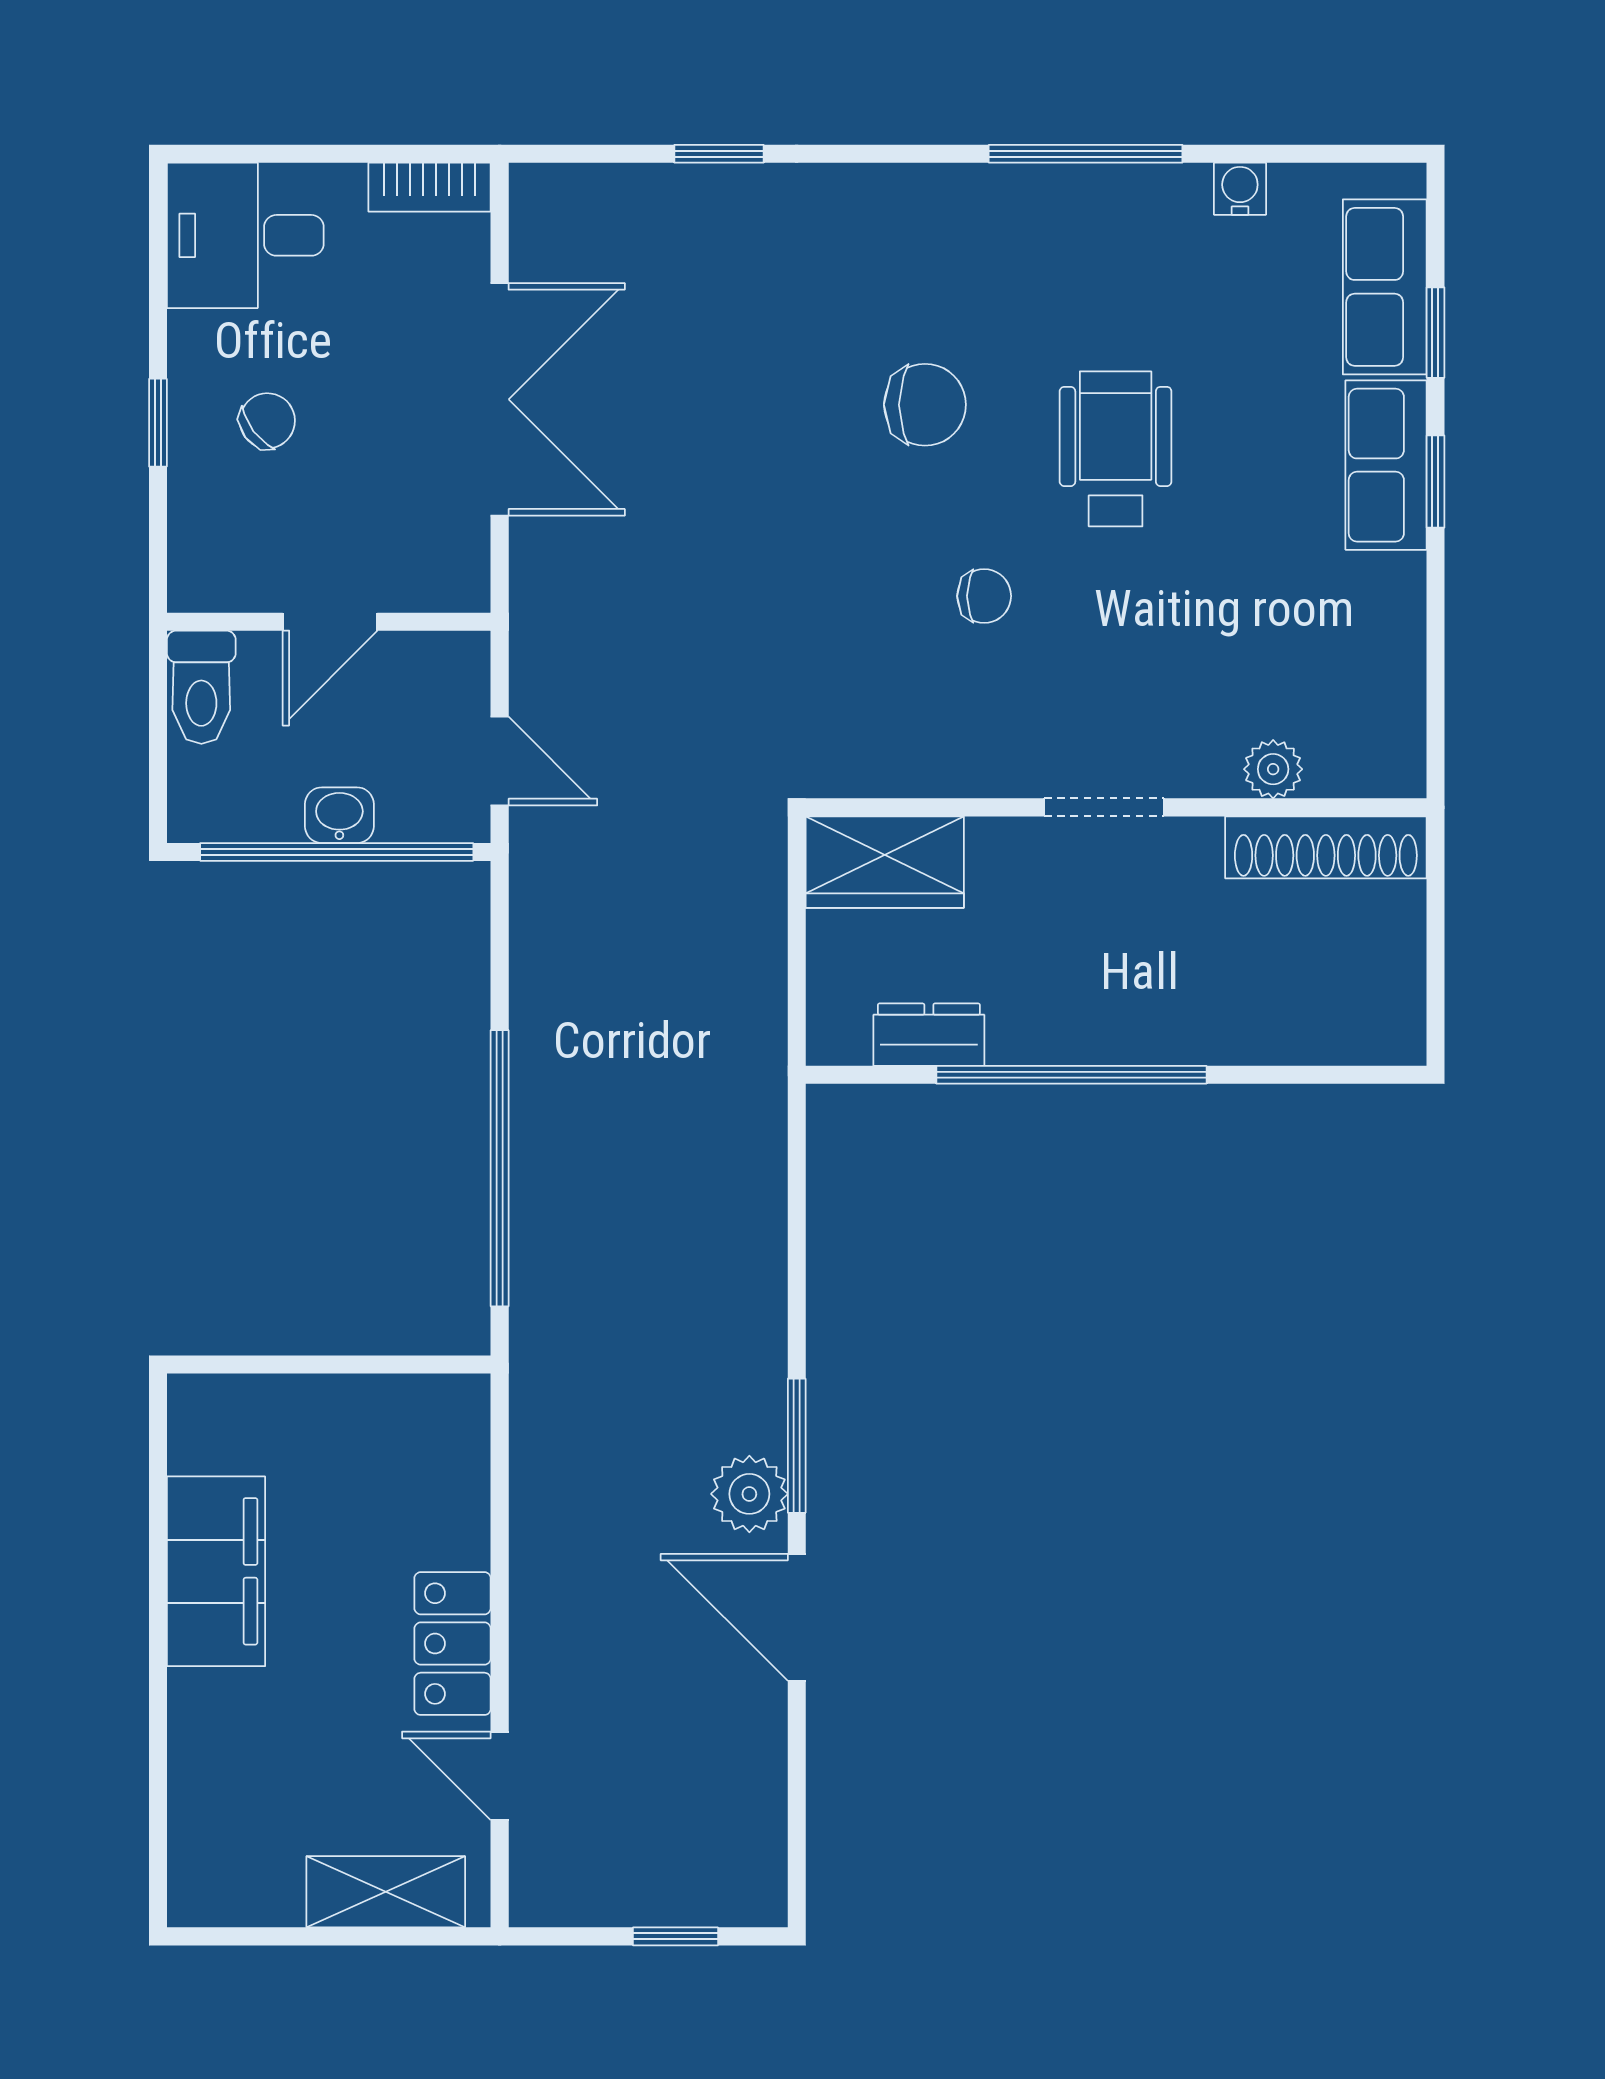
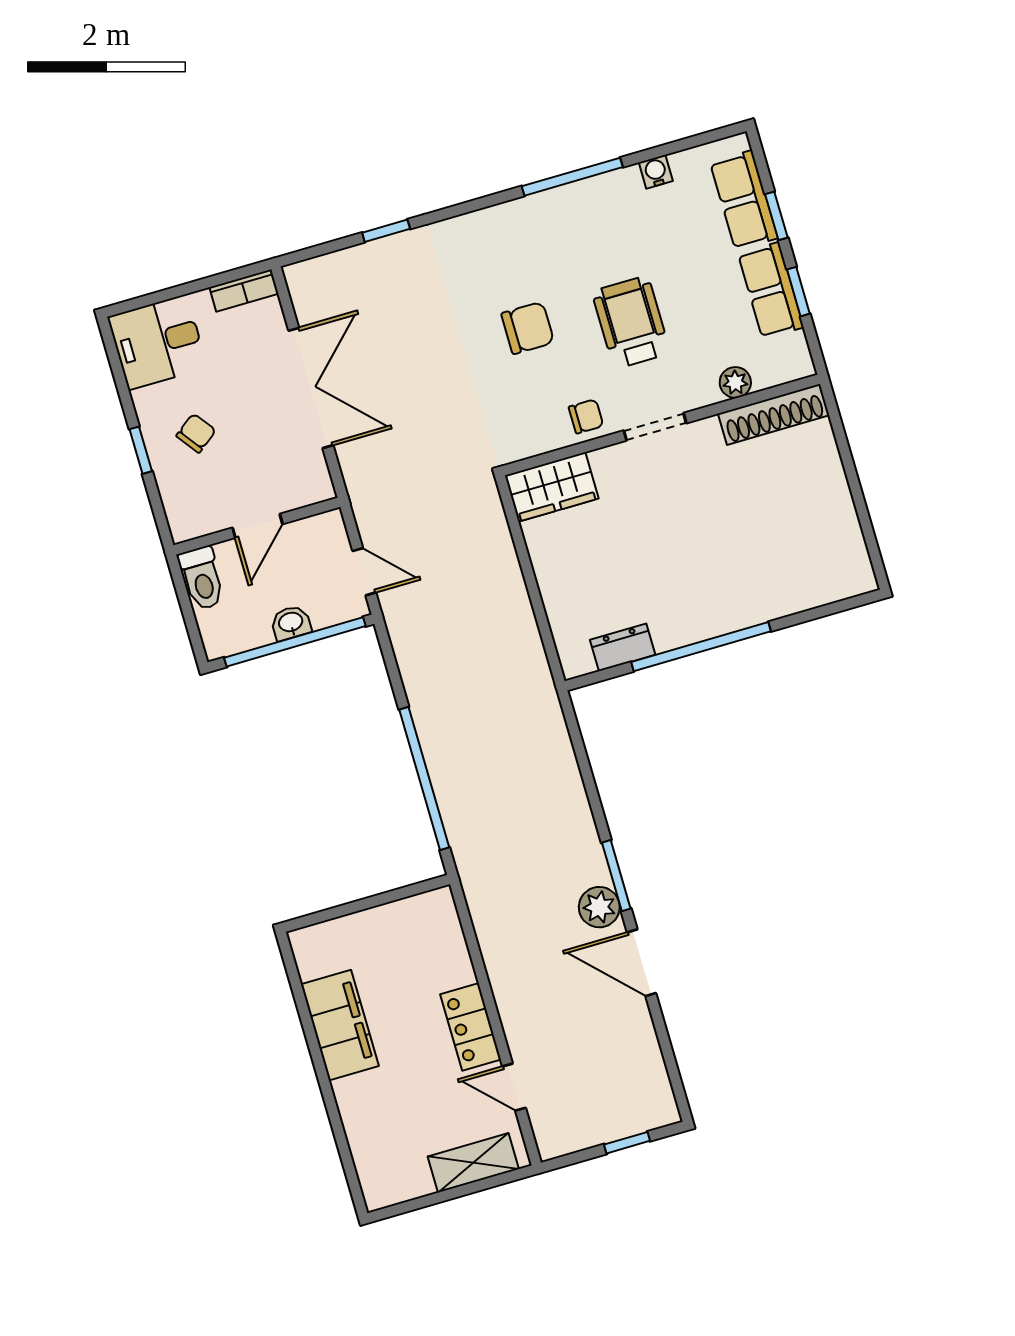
plant: (1273, 769) -> (735, 382), moved
doorway: (1104, 807) -> (655, 427), moved
wall: (1116, 807) -> (661, 425), moved
shoe rack: (1326, 847) -> (774, 414), moved
wardrobe: (885, 862) -> (552, 487), moved

